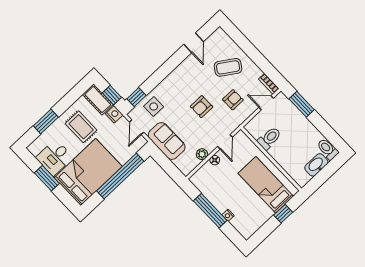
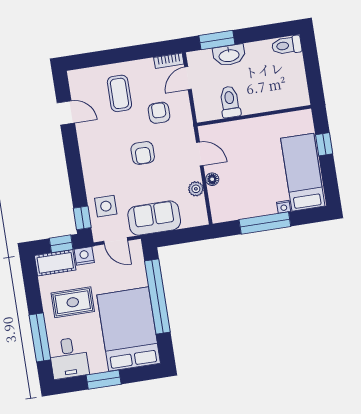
coffee table: (228, 67) -> (119, 93), turned -34
window: (46, 122) -> (40, 337), width x1.44
desk: (55, 157) -> (69, 358), moved
washbasin: (316, 165) -> (229, 55), moved, turned -90
bed: (266, 185) -> (303, 172), moved, turned 90

